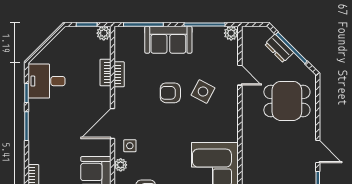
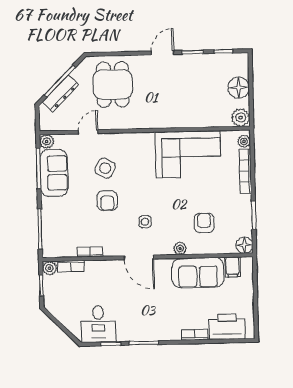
sofa: (168, 40) -> (54, 173), moved
dresser: (279, 48) -> (61, 93), width x1.44
bookcase: (105, 72) -> (71, 266), moved
side table: (130, 146) -> (145, 222), moved

